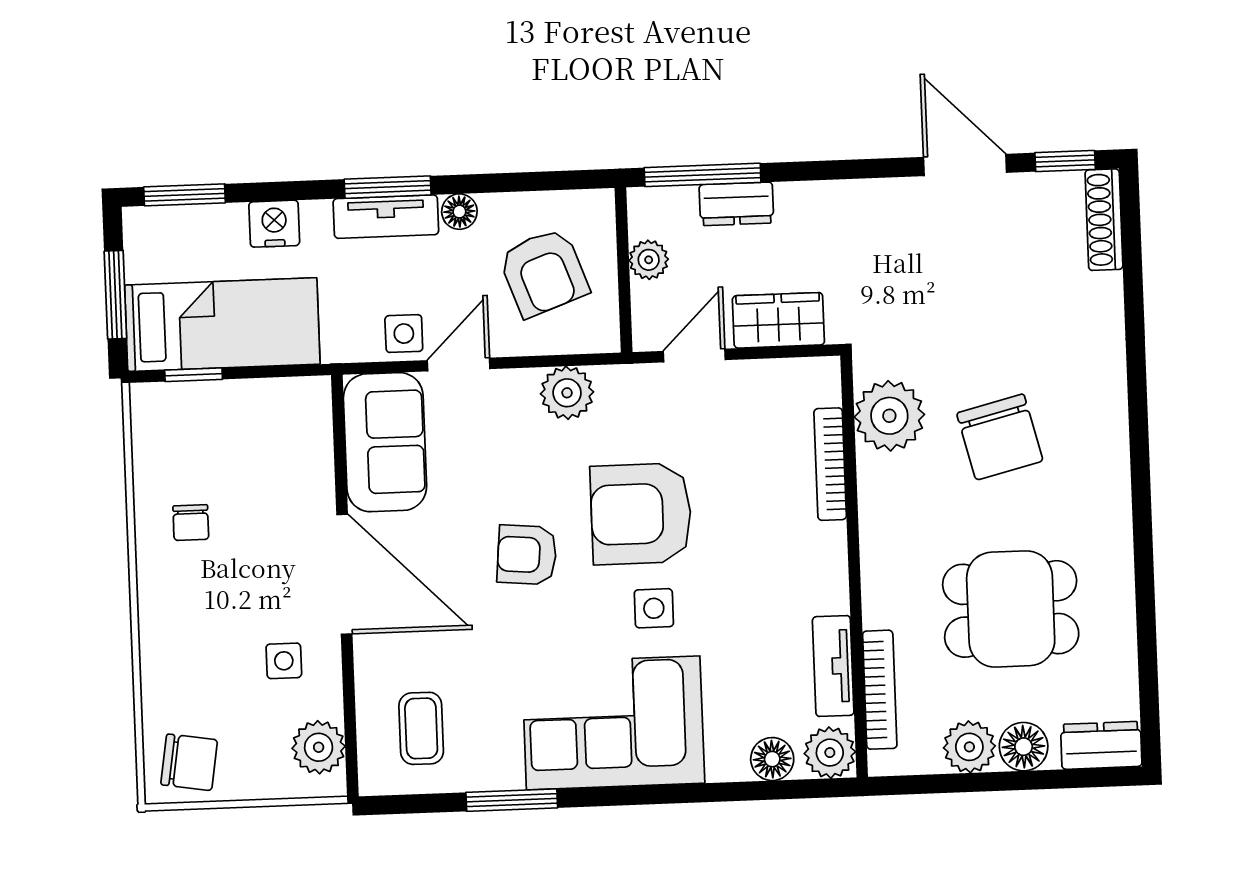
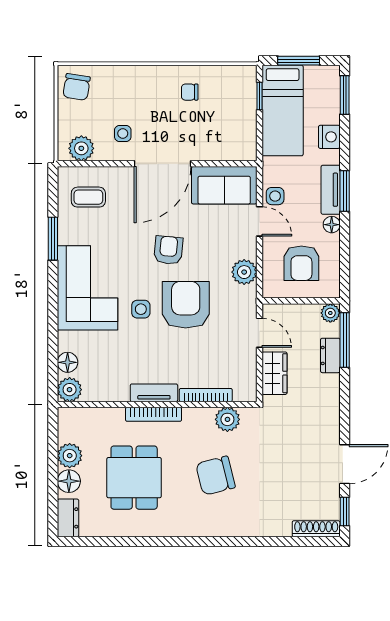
plant: (649, 260) -> (330, 313), moved
armchair: (544, 272) -> (301, 263), turned -70
plant: (889, 416) -> (227, 419), width x0.73, depth x0.73
tv unit: (833, 666) -> (154, 393), moved
bookcase: (880, 690) -> (154, 414), moved

